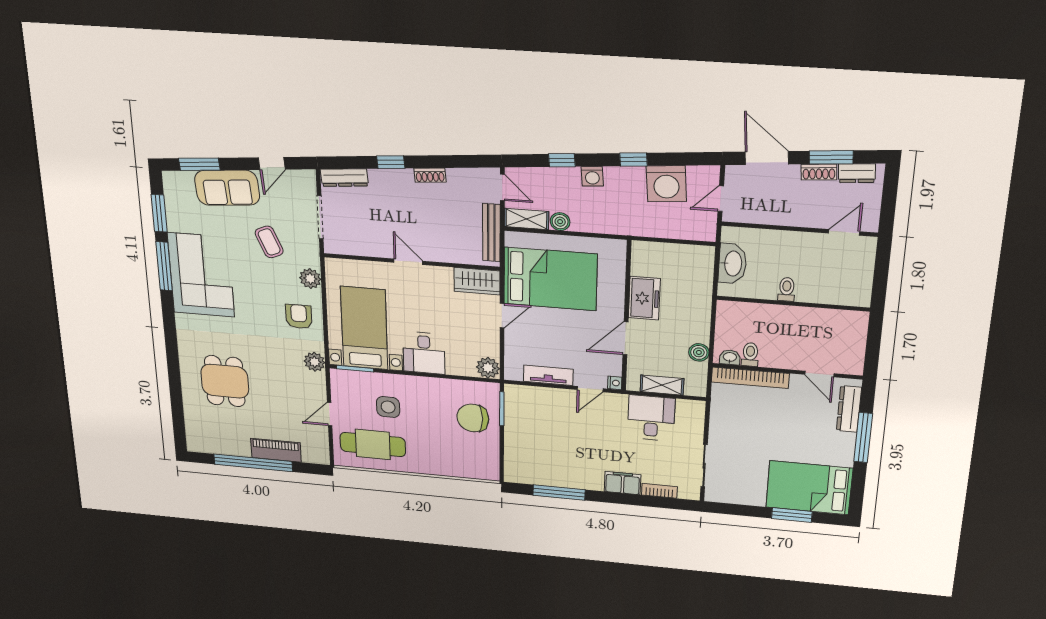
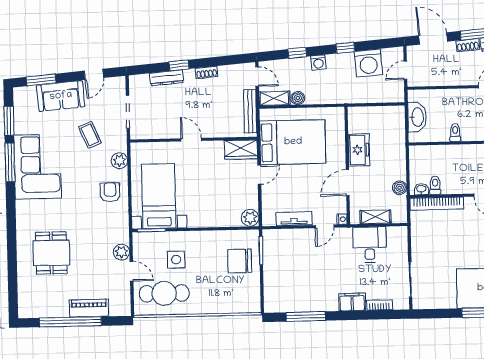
dresser: (344, 178) -> (167, 78), moved
desk: (424, 353) -> (203, 211), removed
plant: (315, 362) -> (122, 252), moved
door: (330, 414) -> (132, 271), swing flipped

